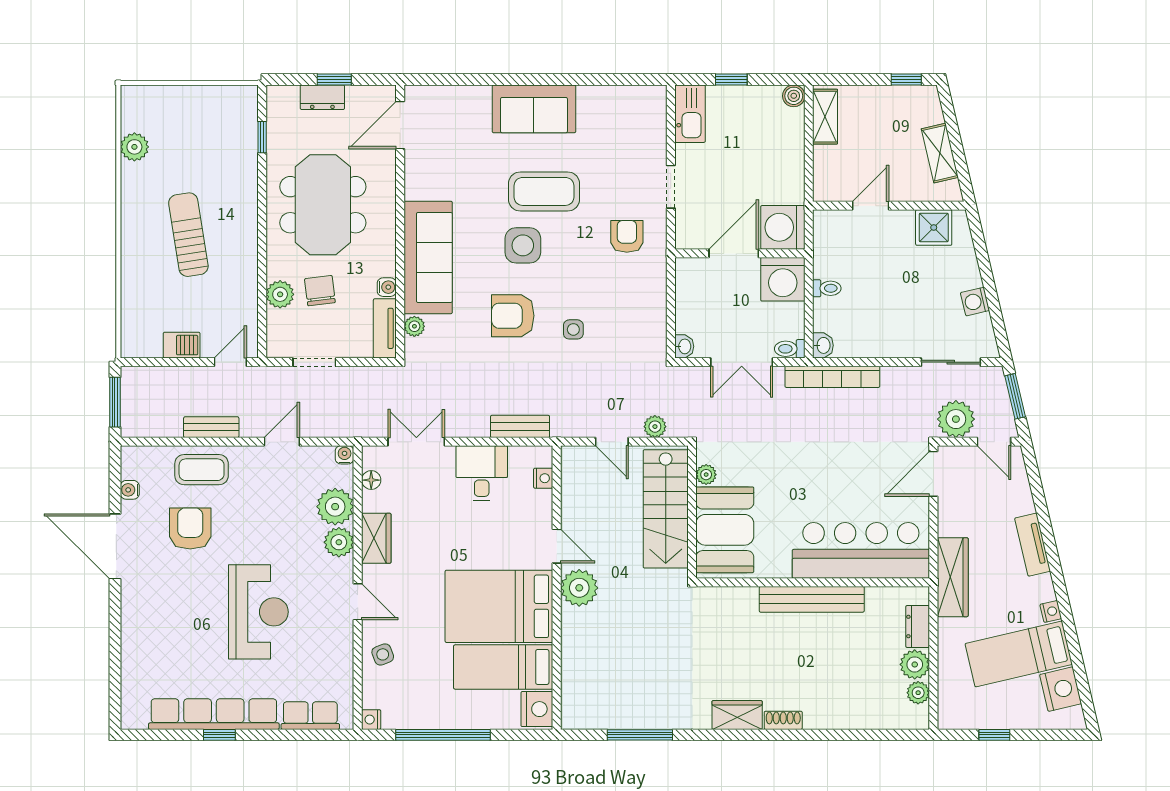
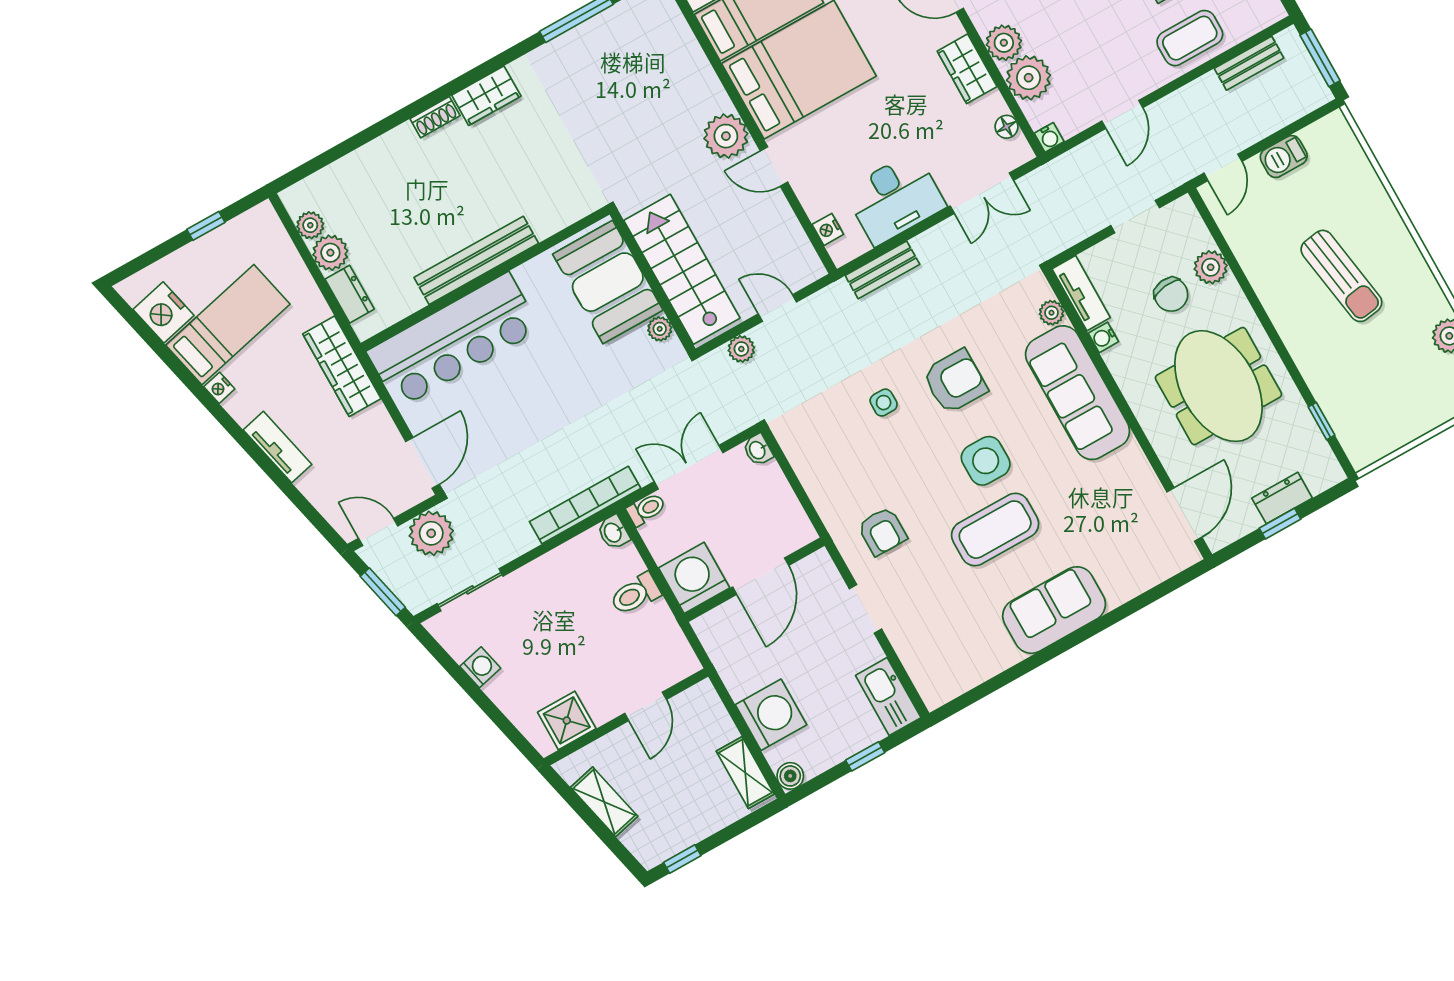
washing machine: (783, 227) -> (771, 715), moved
toilet: (827, 288) -> (635, 594), width x1.37, depth x1.39
bench: (211, 427) -> (1249, 63), moved
desk: (482, 473) -> (895, 199), width x1.37

